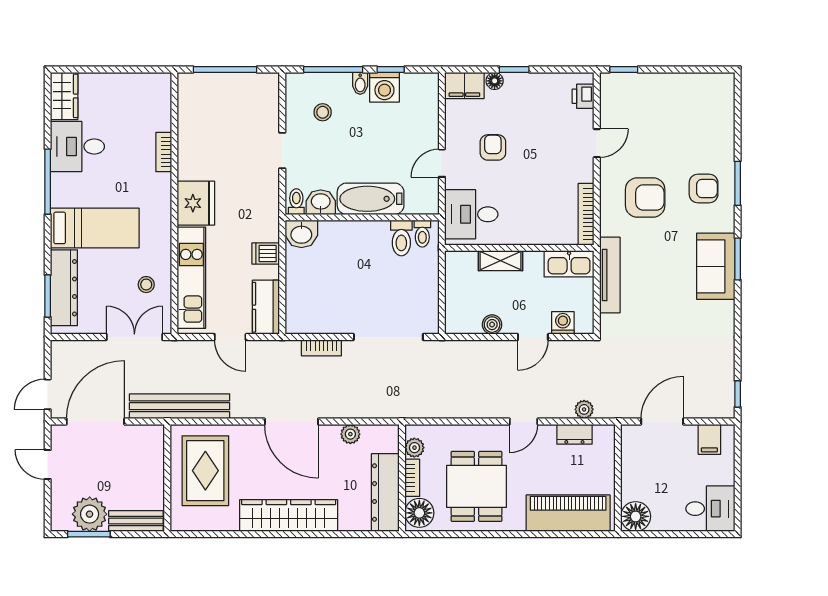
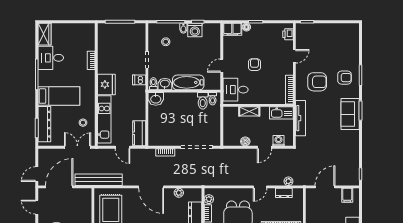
armchair: (493, 147) -> (254, 65), moved
dishwasher: (266, 254) -> (139, 80), moved

